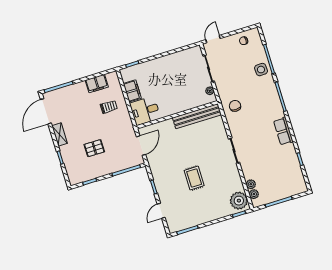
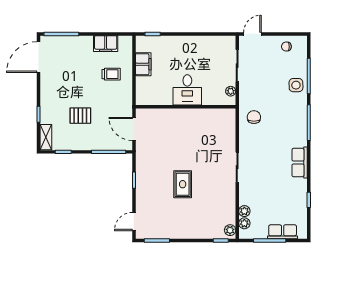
desk: (145, 111) -> (187, 90), moved, turned -90
bench: (197, 116) -> (207, 115), removed
shelving: (60, 134) -> (46, 137), moved
door: (141, 146) -> (134, 129), swing flipped
row of seats: (287, 192) -> (283, 232), added
plant: (239, 201) -> (230, 230), width x0.53, depth x0.53
door: (161, 211) -> (134, 222), moved

